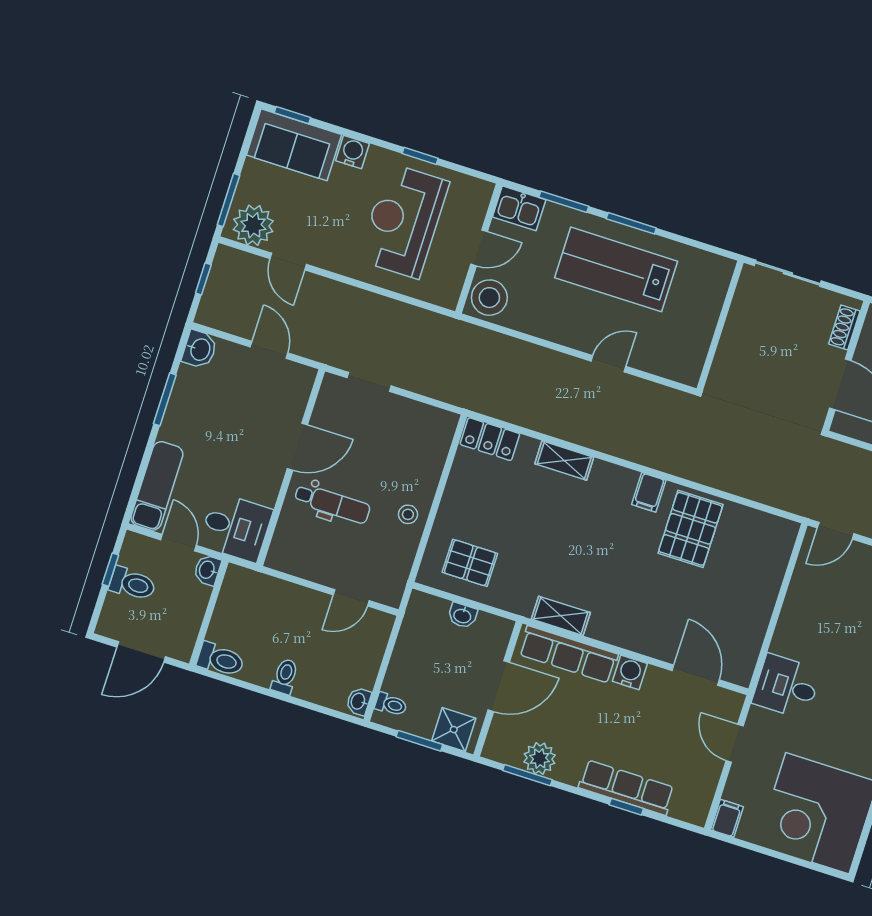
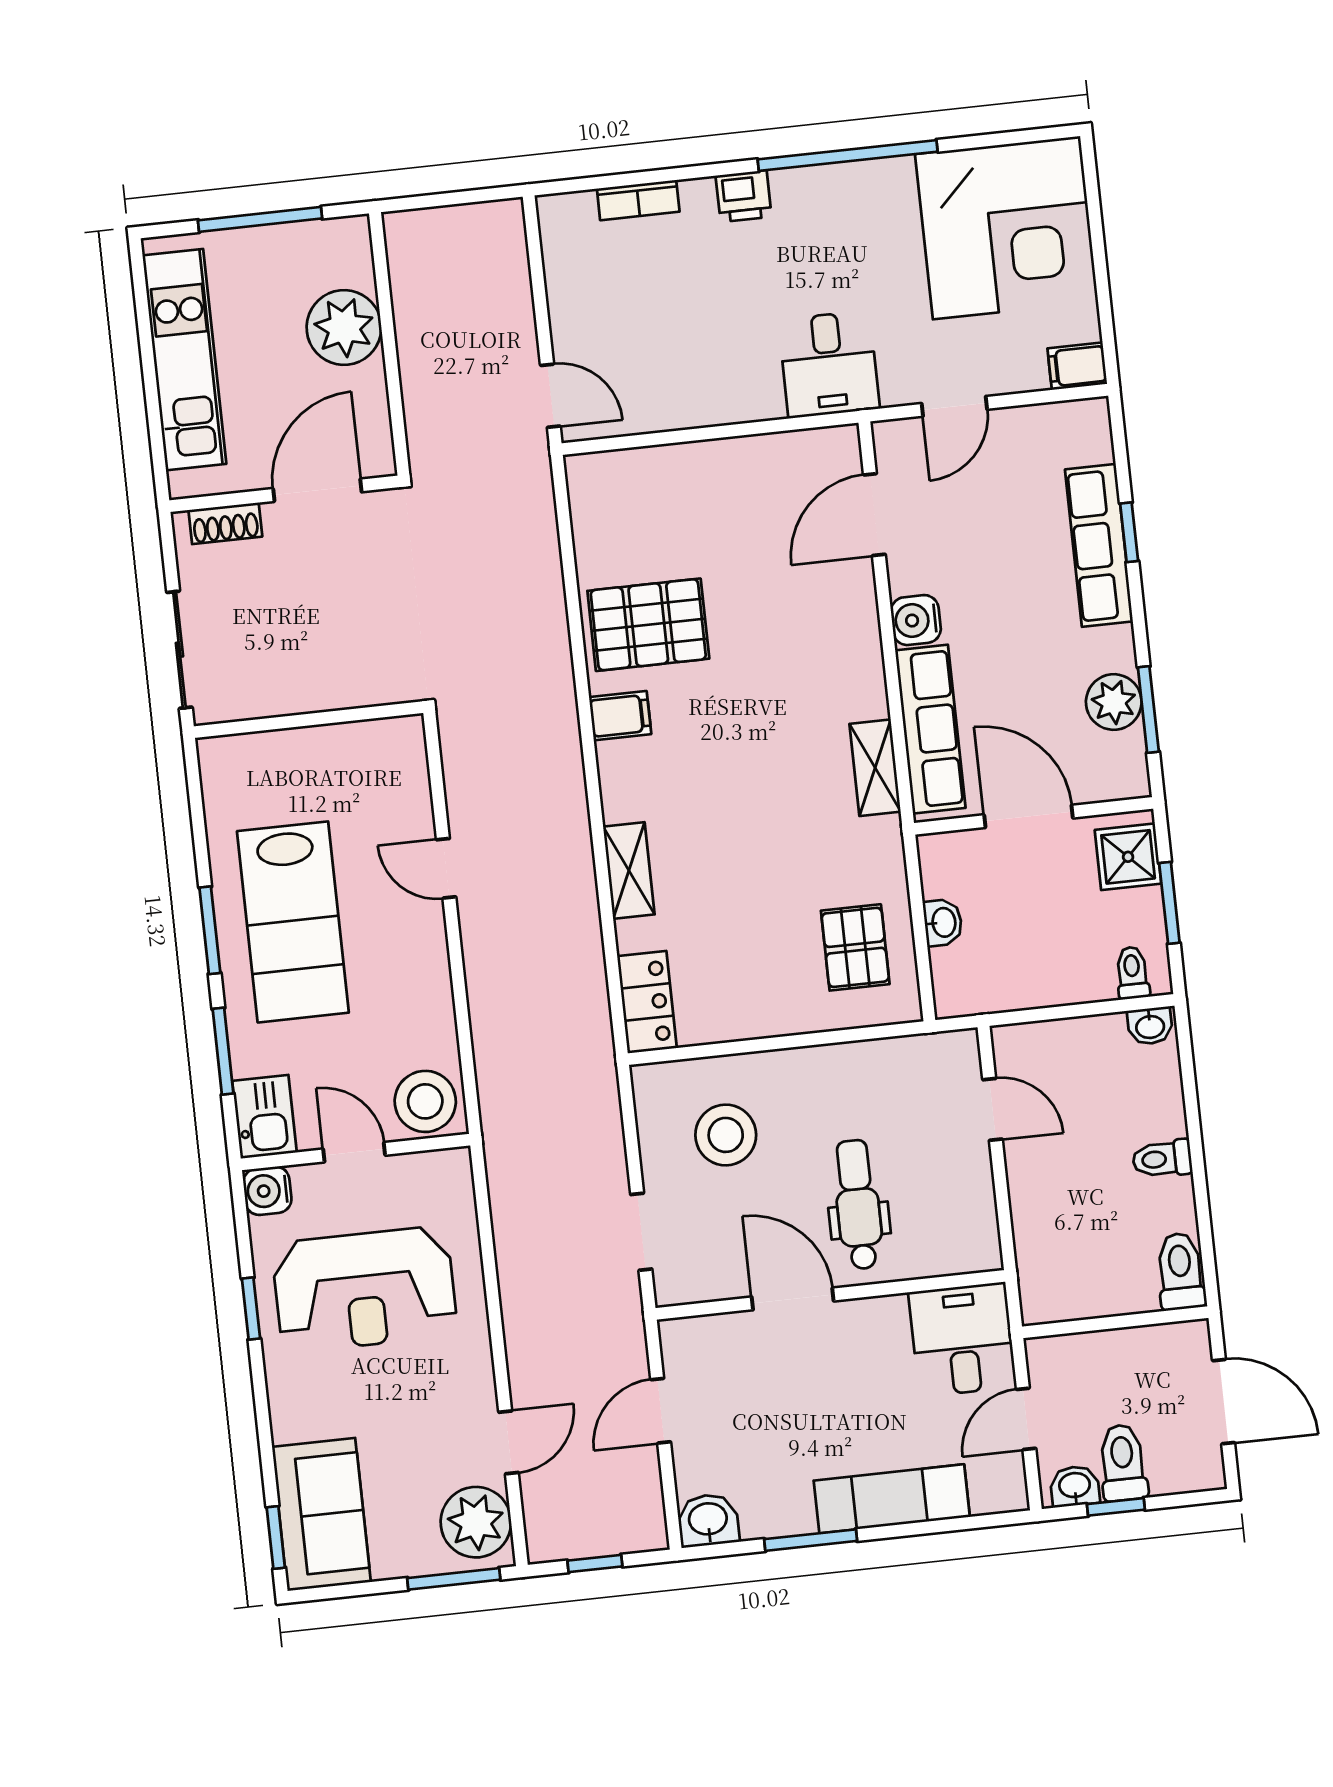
water cooler: (353, 152) -> (267, 1191), moved
exam couch: (157, 486) -> (892, 1499), moved
stool: (408, 514) -> (726, 1135), moved, width x1.89, depth x1.89
washbasin: (207, 570) -> (1075, 1486), moved, turned 180

